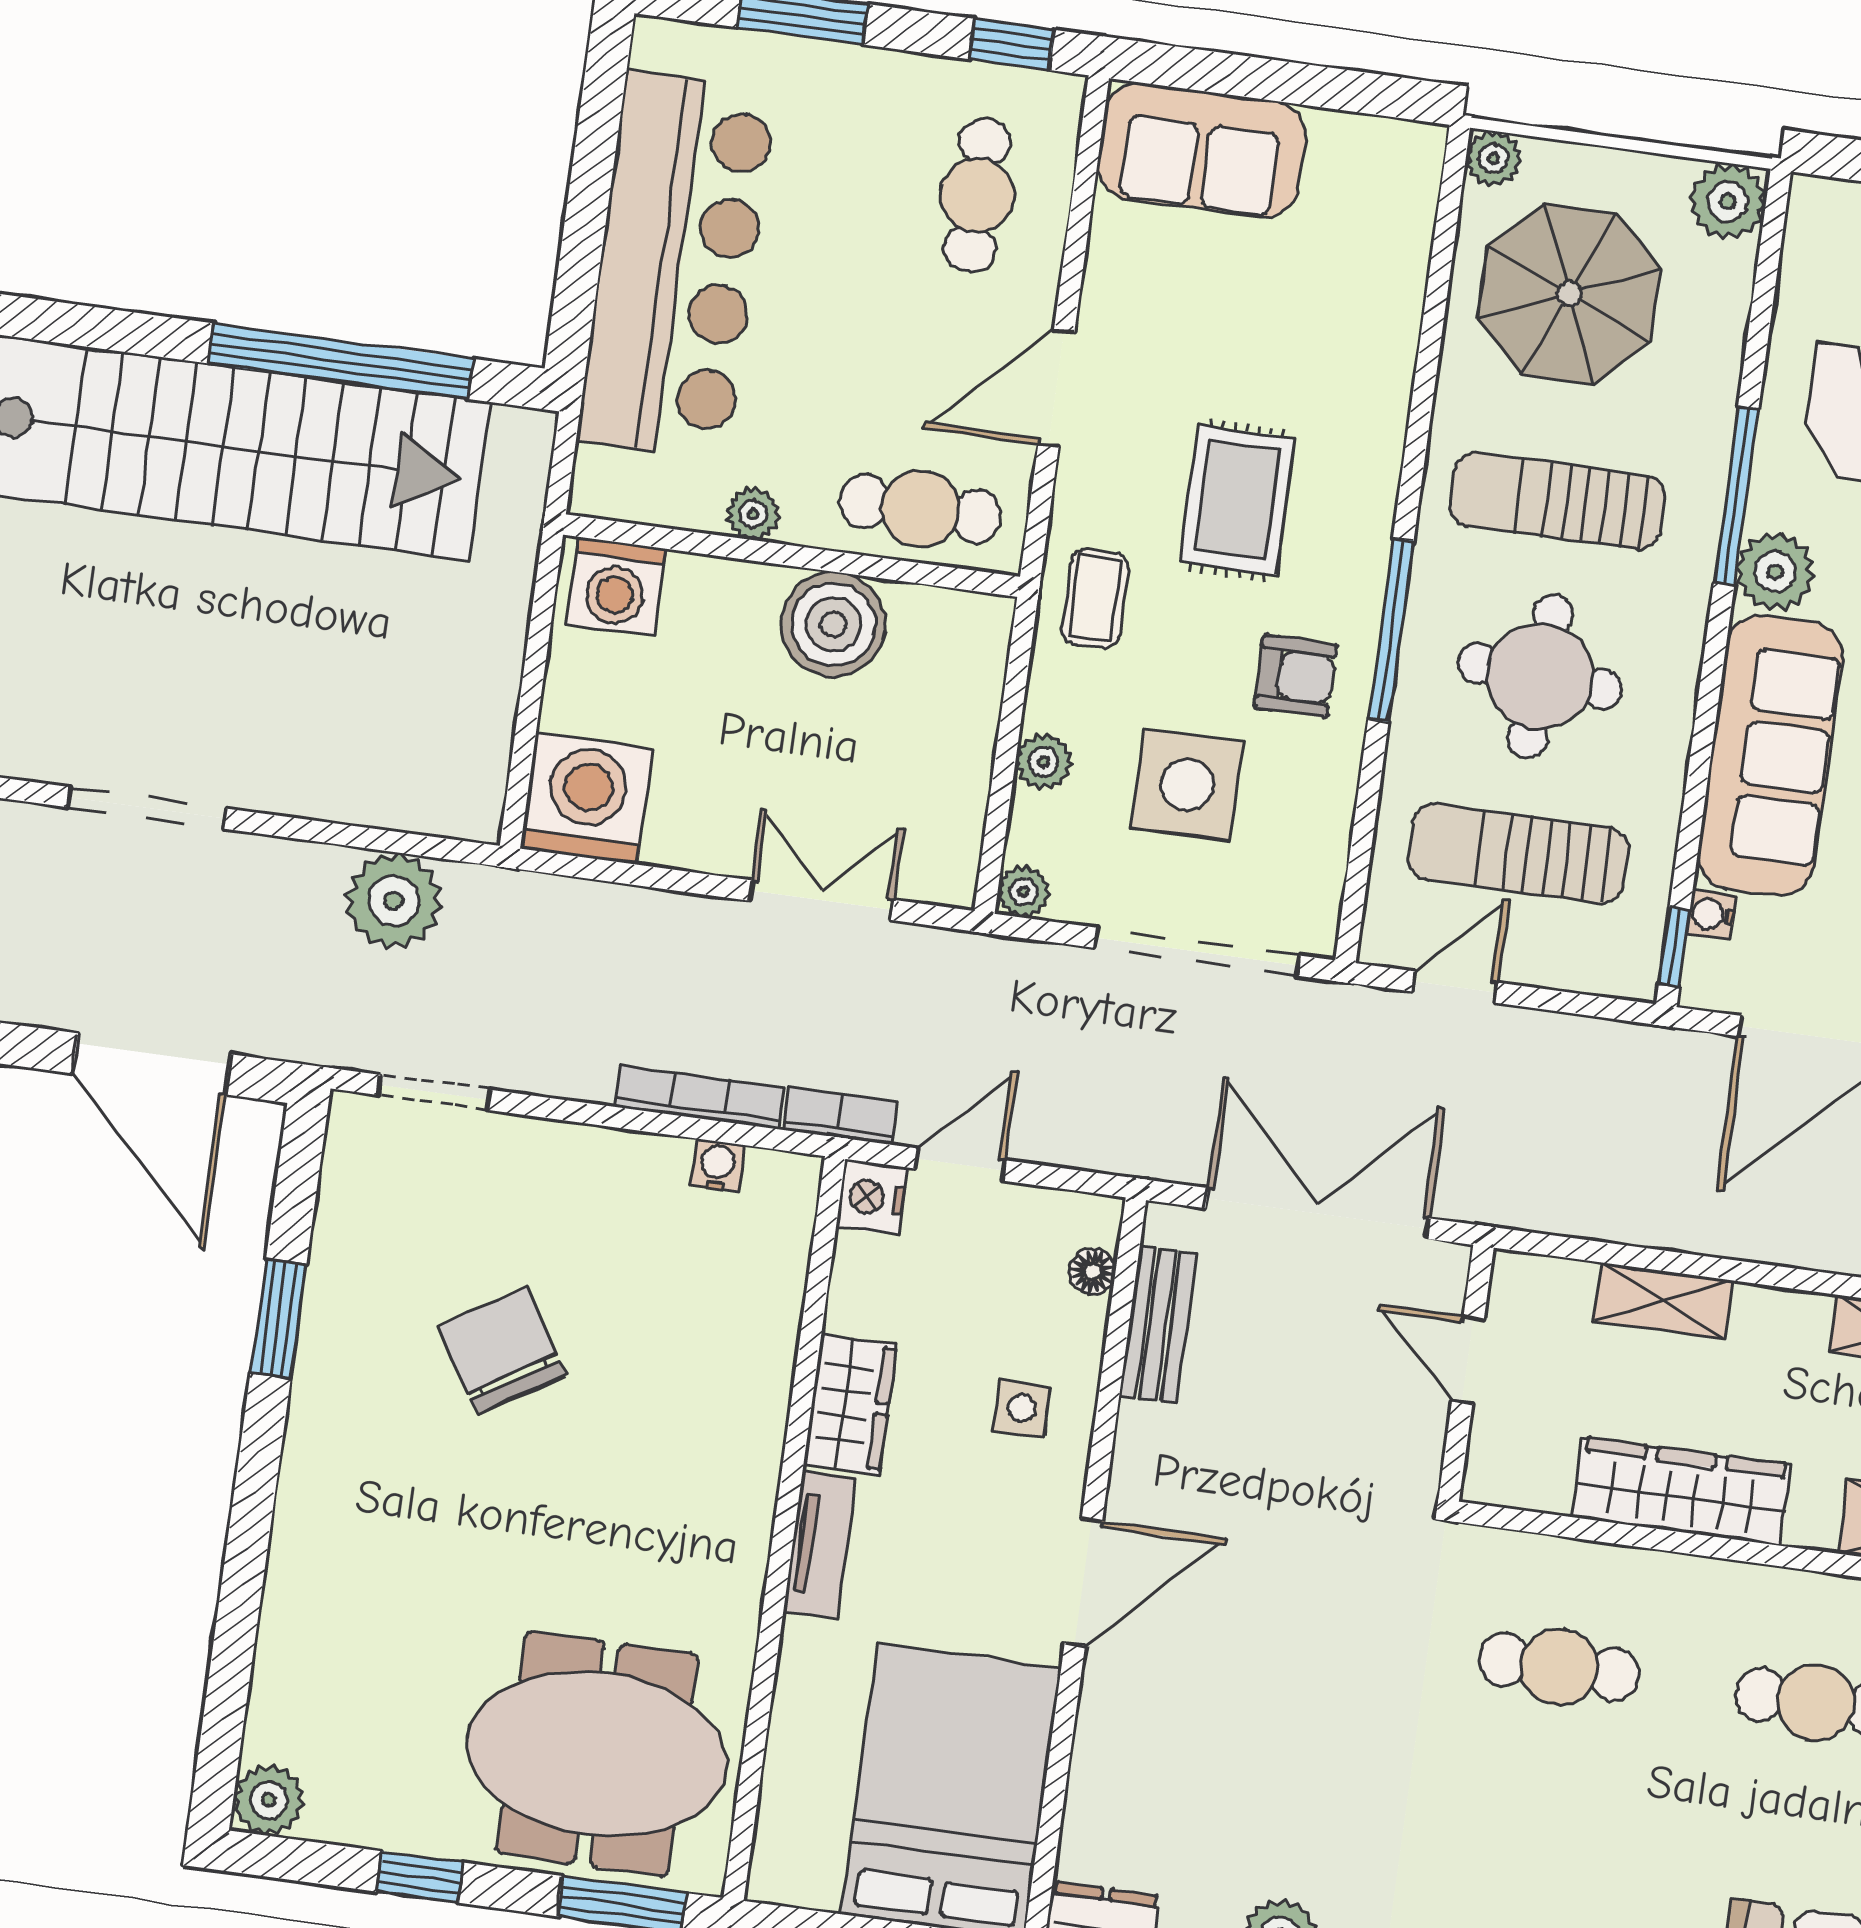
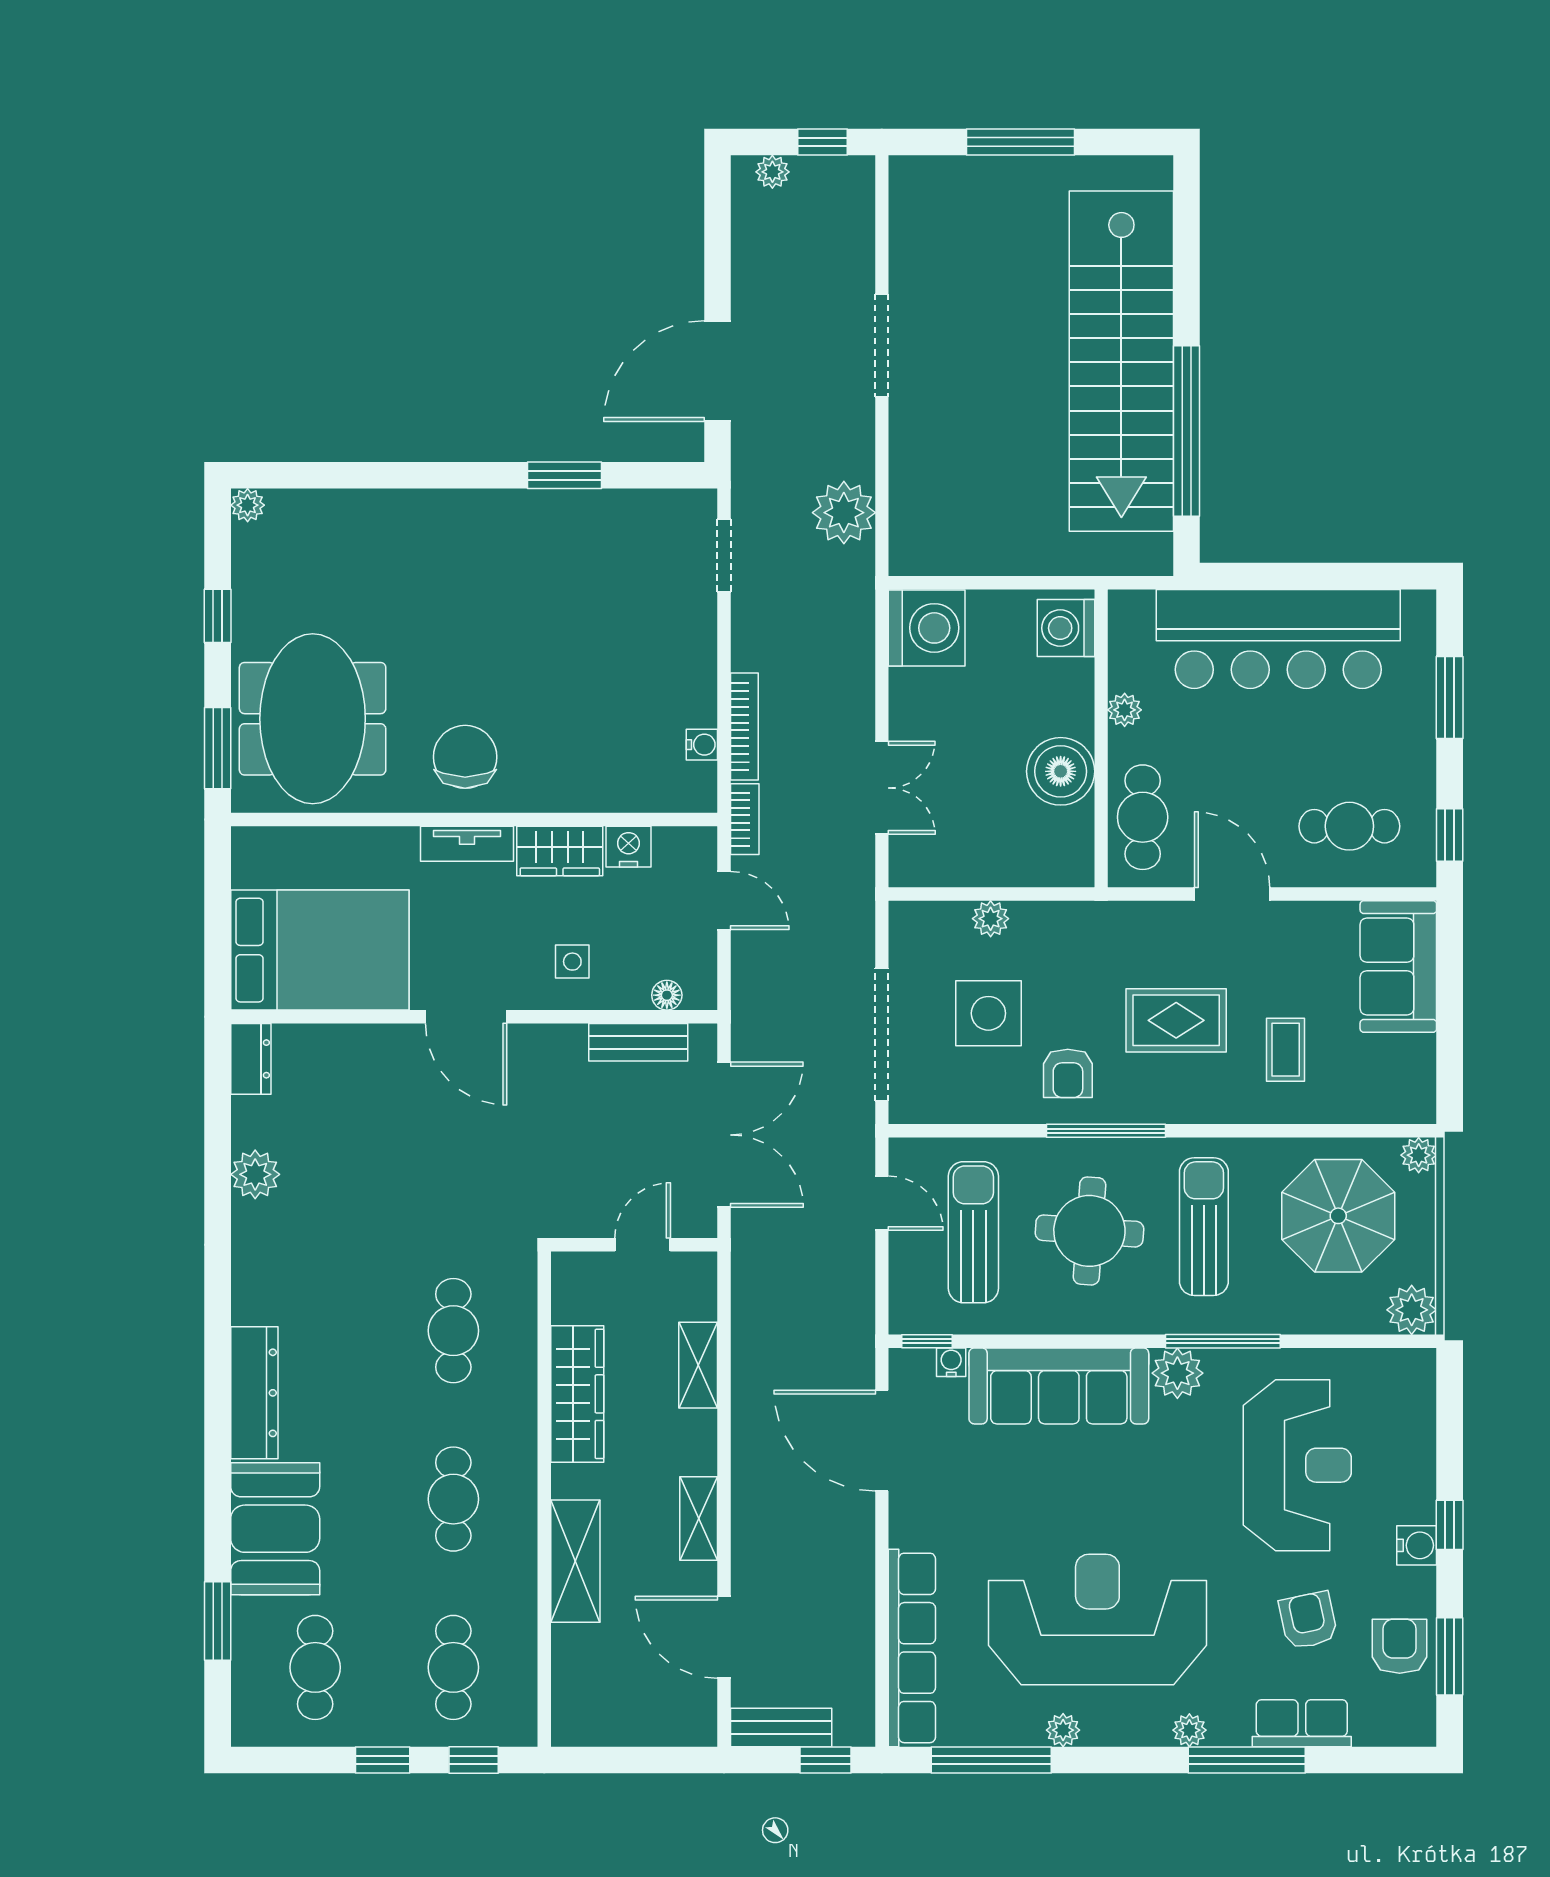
coffee table: (1095, 598) -> (1286, 1050), moved, turned 90
plant: (1023, 892) -> (905, 917), removed
nightstand: (872, 1197) -> (628, 847), moved
chair: (502, 1350) -> (465, 757), moved, turned -58
plant: (269, 1800) -> (248, 505), width x0.73, depth x0.73

